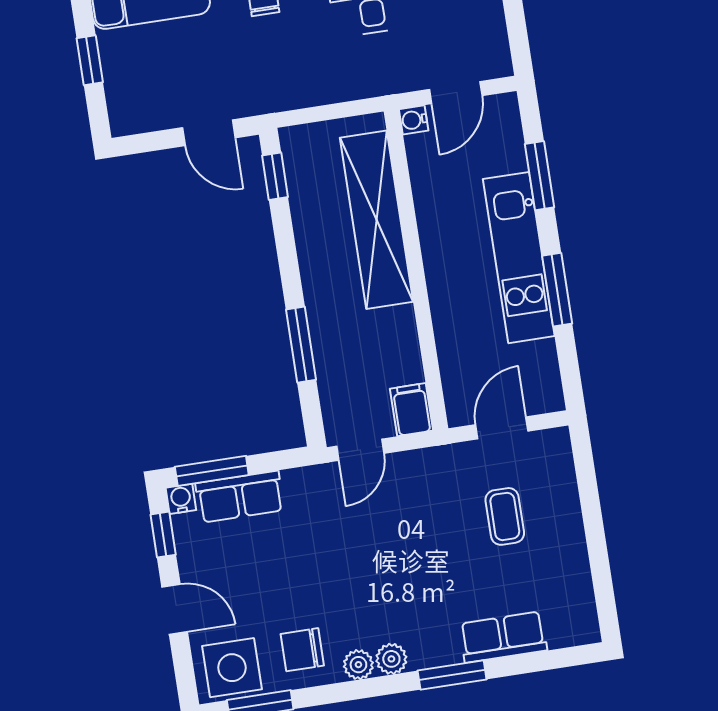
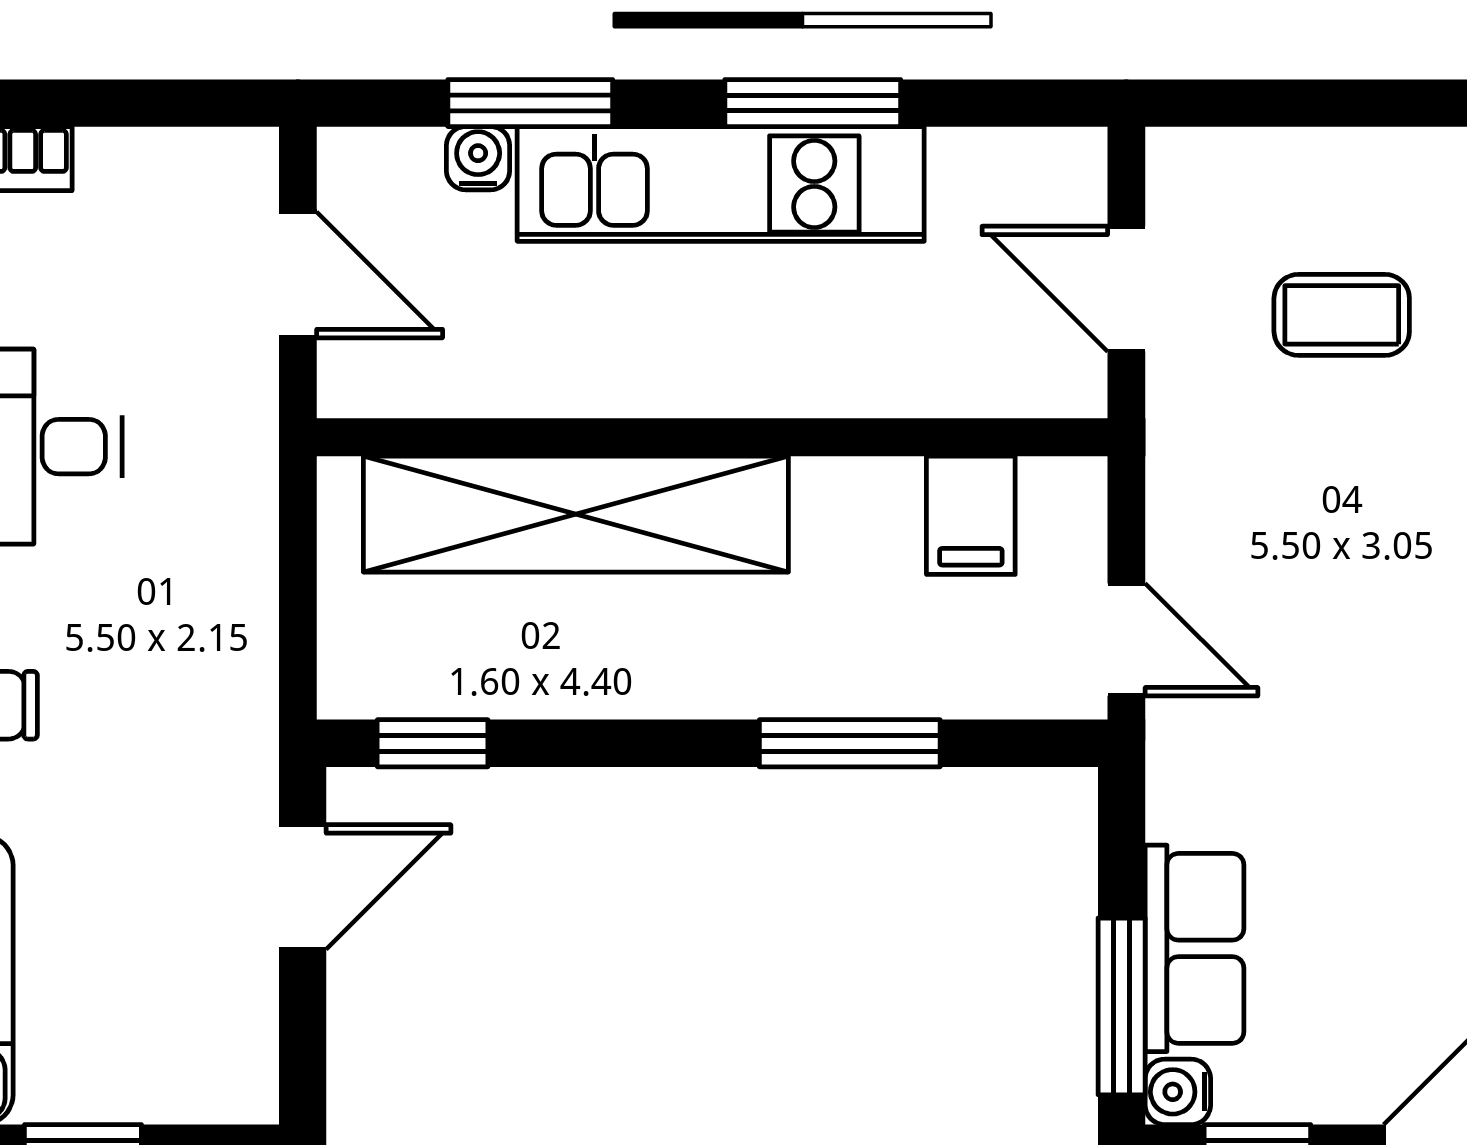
water cooler: (414, 120) -> (478, 158), moved, turned 180
filing cabinet: (411, 410) -> (971, 515), moved, turned -90

